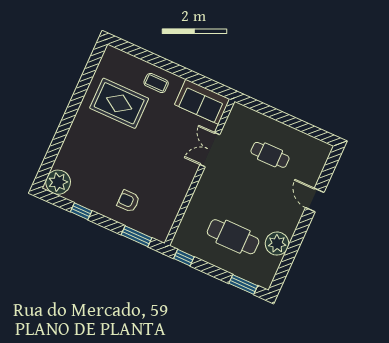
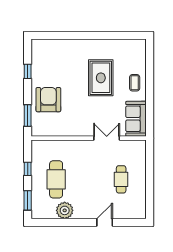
rug: (119, 103) -> (101, 78), moved
plant: (58, 182) -> (40, 48), removed
armchair: (128, 201) -> (48, 100), width x1.88, depth x1.88
window: (184, 258) -> (28, 169), moved

